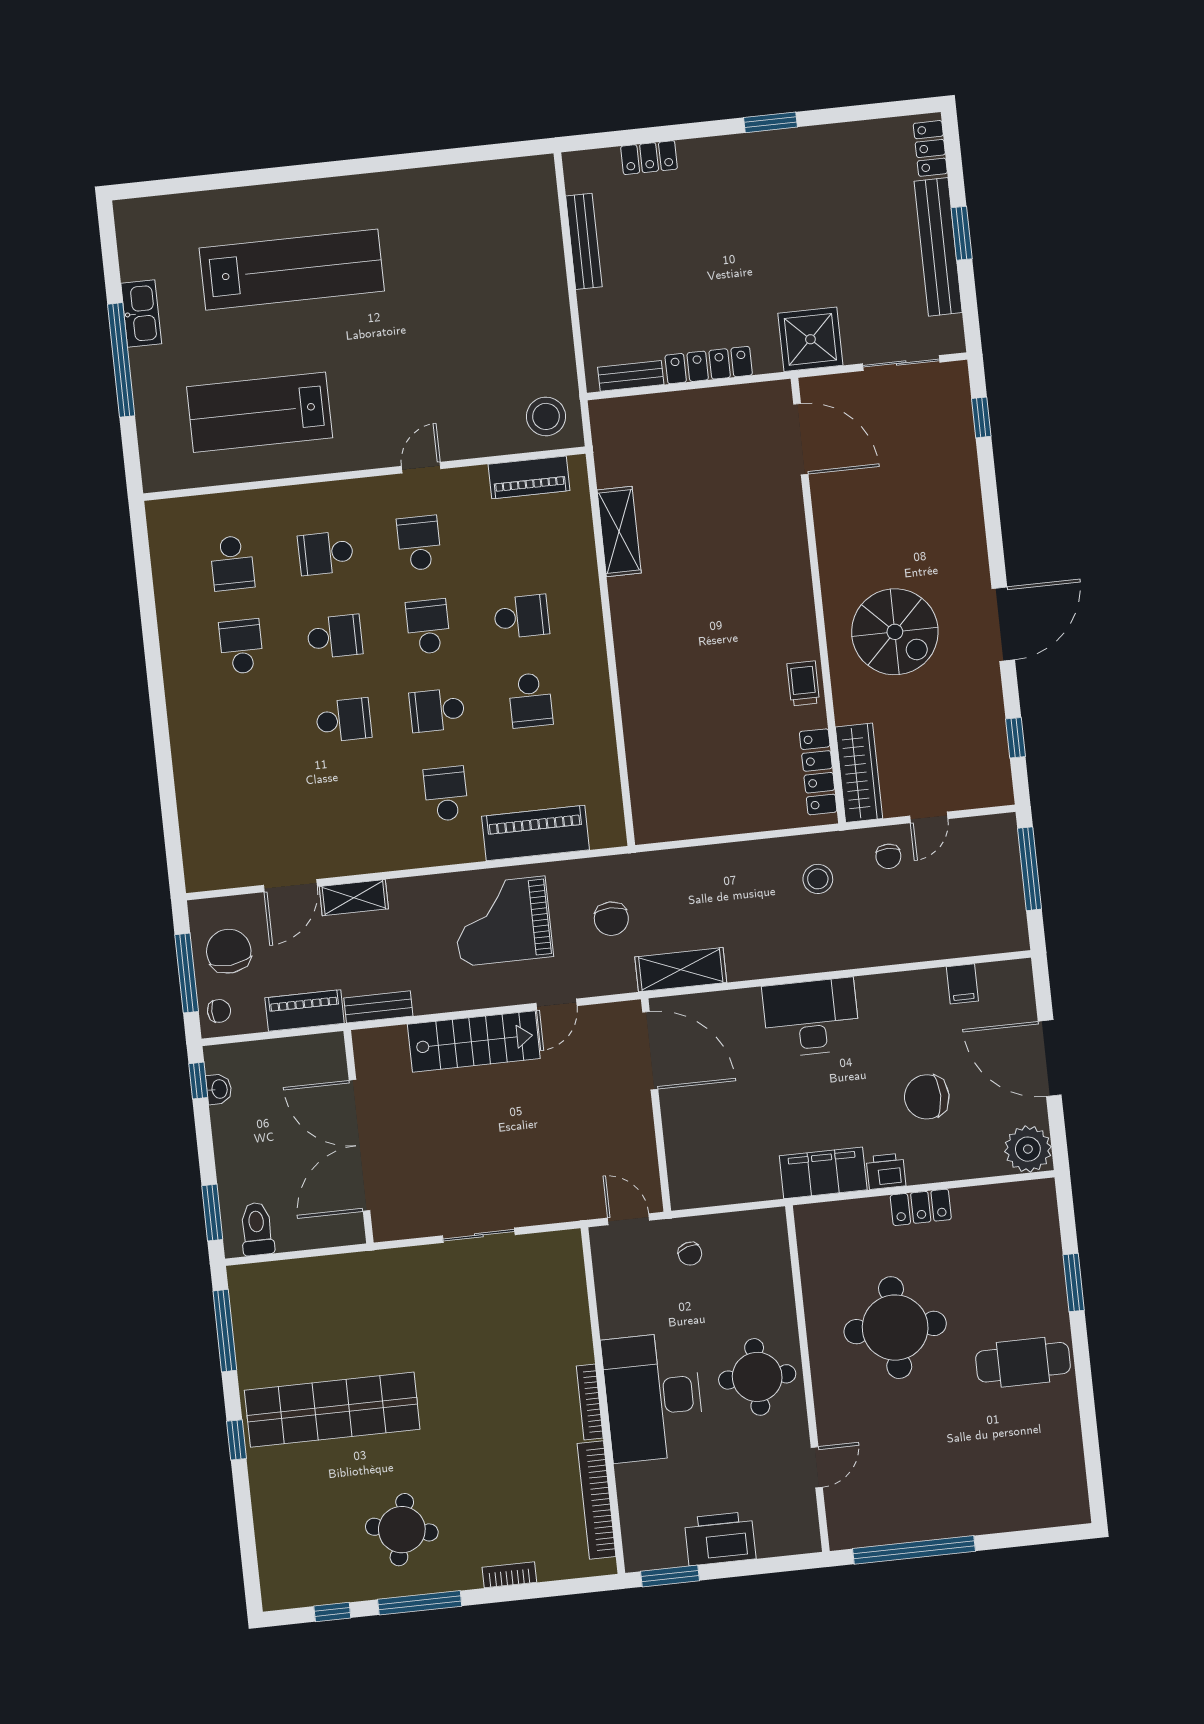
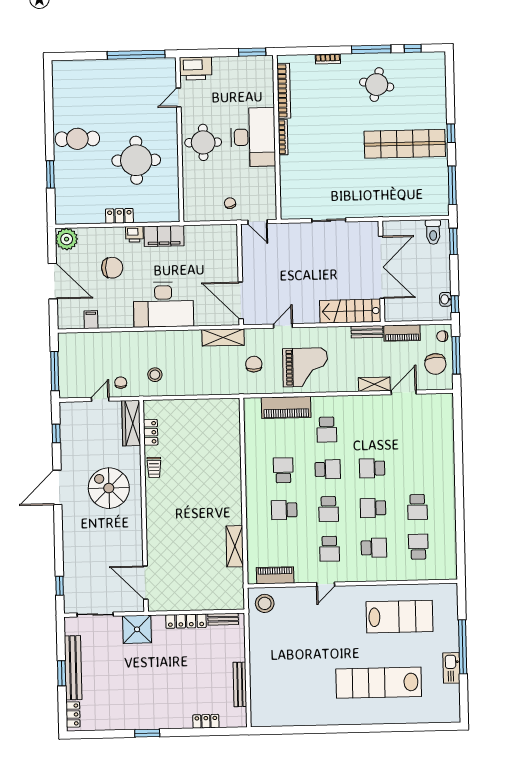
locker: (818, 772) -> (151, 432), width x0.66
desk: (811, 1017) -> (163, 305), width x1.36, depth x1.30
stairs: (474, 1041) -> (350, 311), moved
printer: (720, 1538) -> (196, 68), moved

